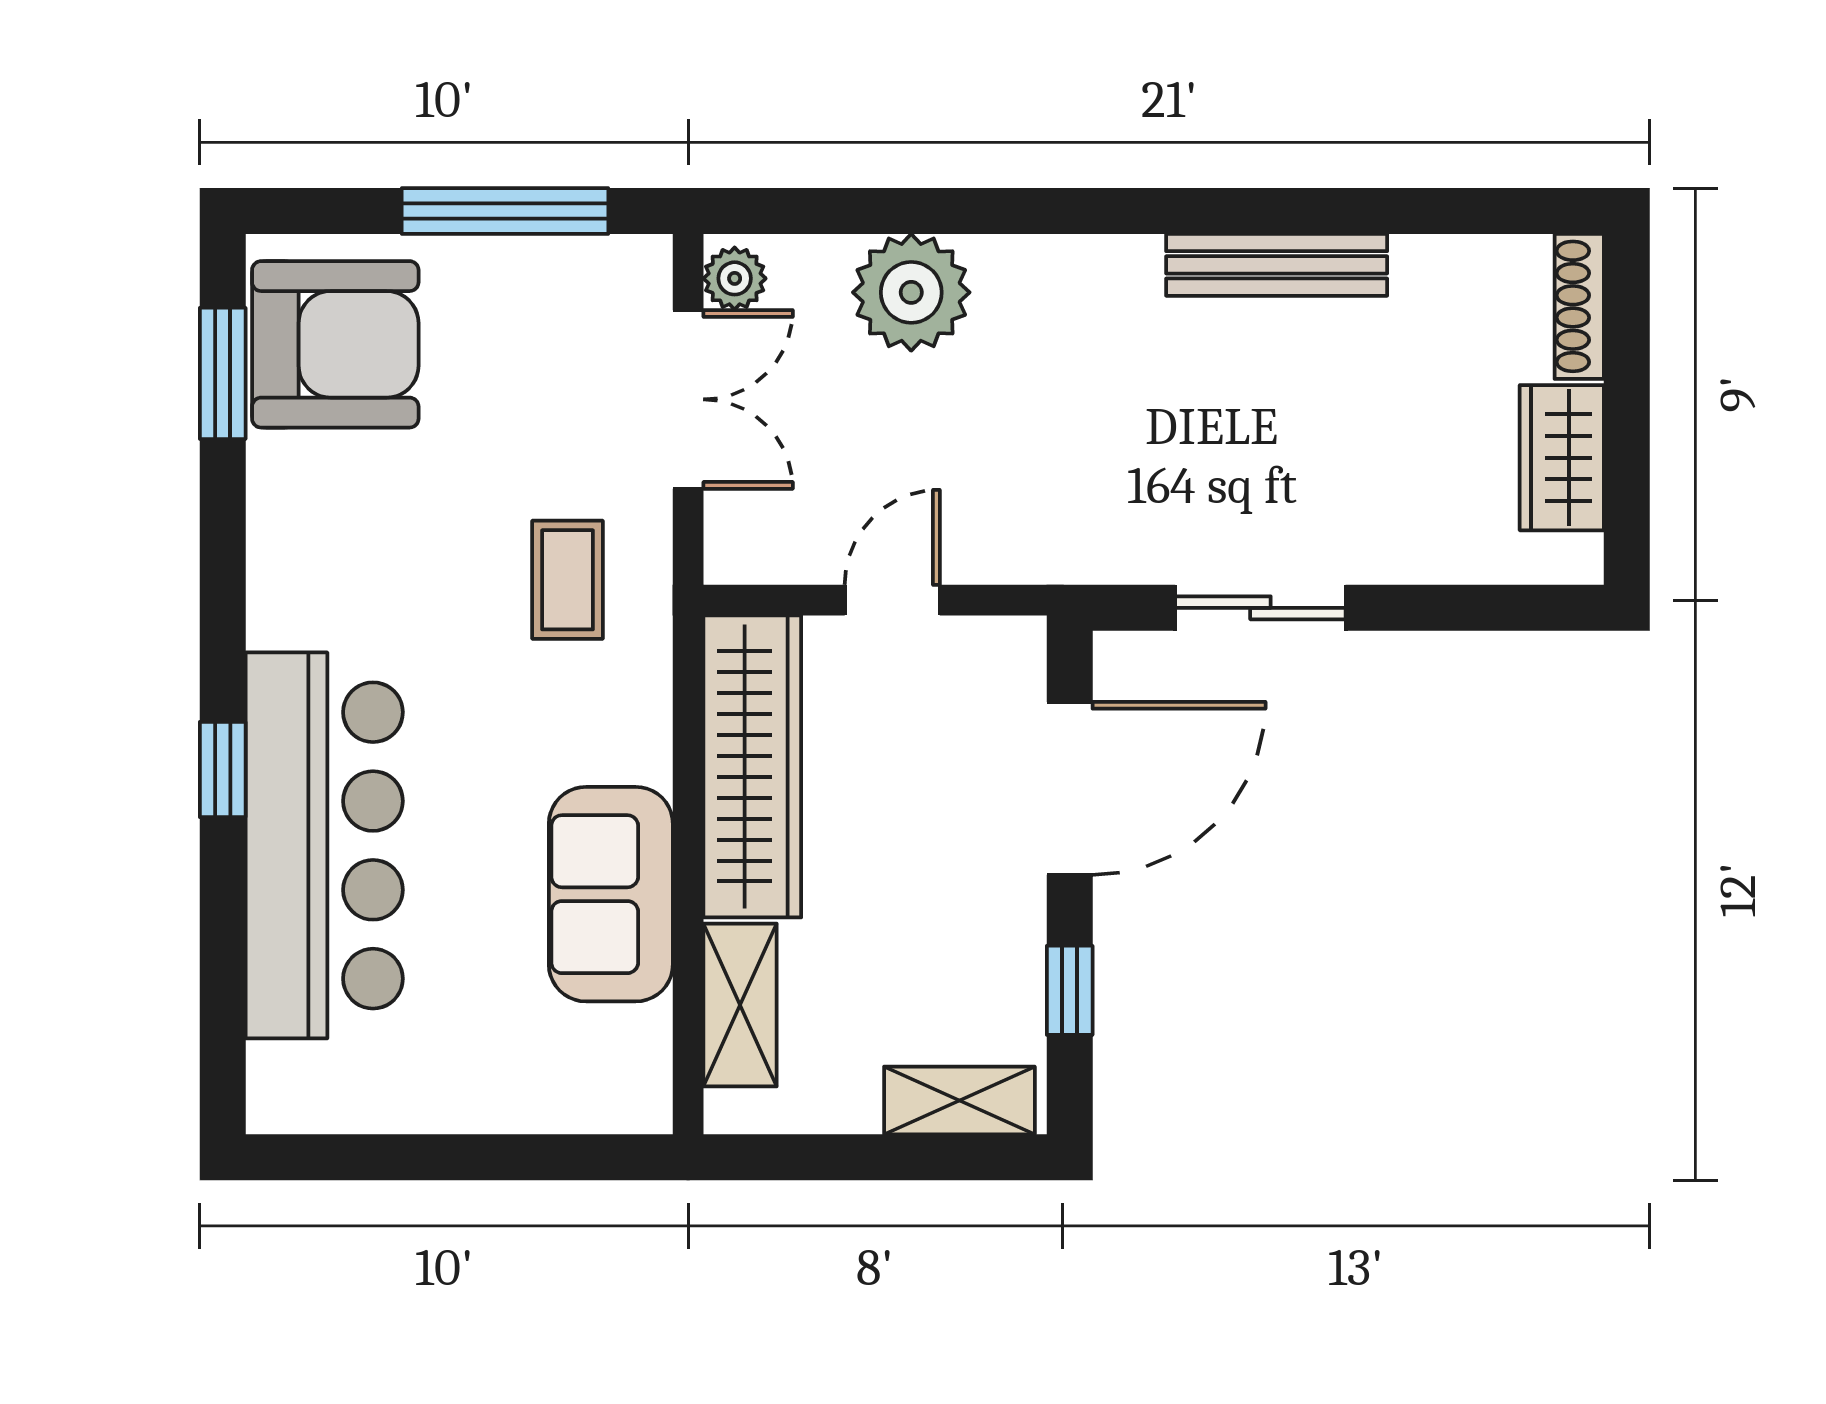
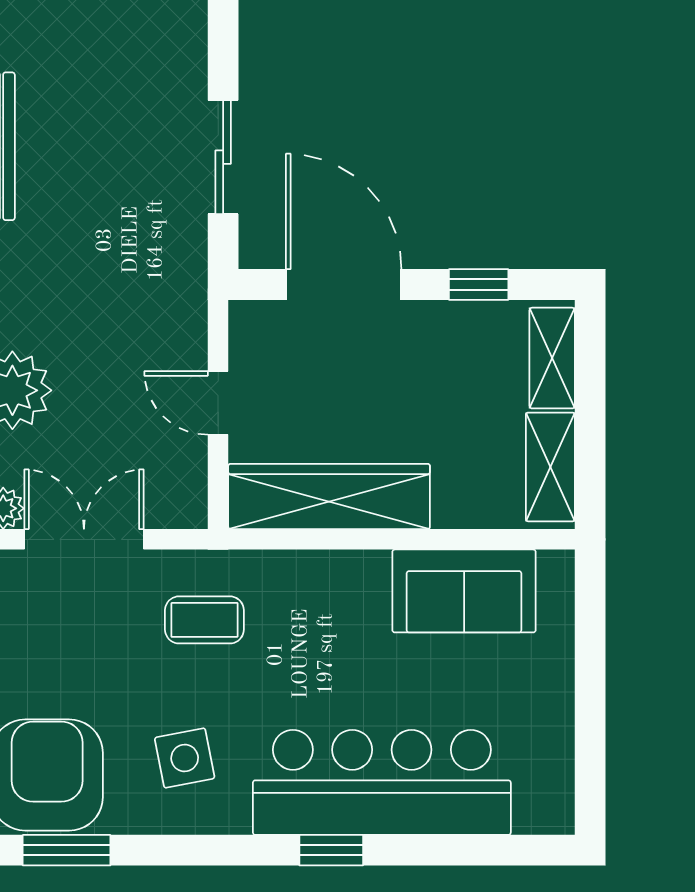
side table: (361, 550) -> (185, 758), added
sofa: (611, 894) -> (464, 591), moved
shelving: (740, 1005) -> (550, 467), moved, turned 90

